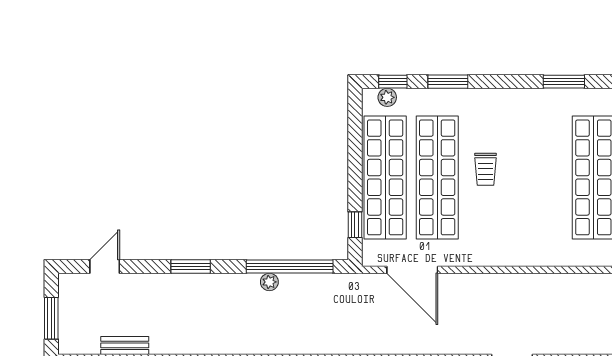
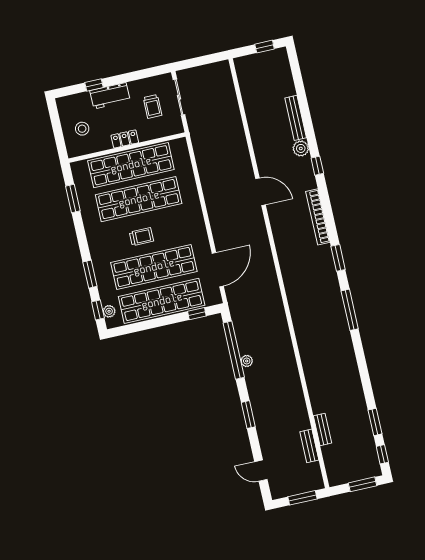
shop shelf: (541, 177) -> (139, 199), added

